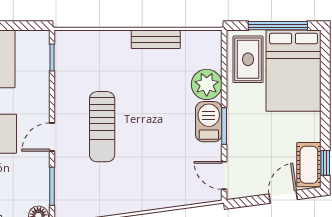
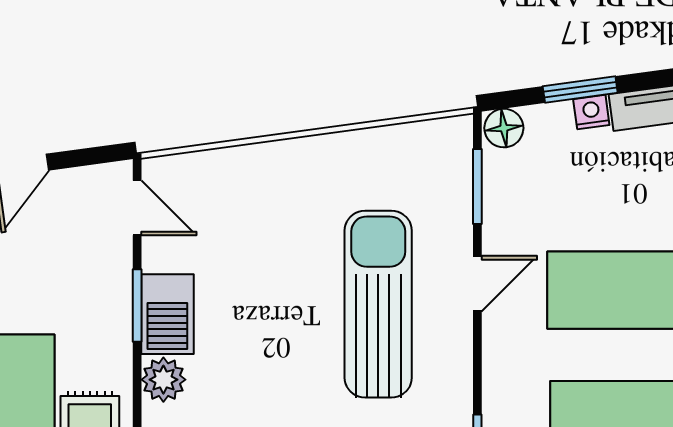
plant: (207, 84) -> (163, 380), width x0.73, depth x0.73
sun lounger: (102, 127) -> (378, 304), width x1.36, depth x1.34

